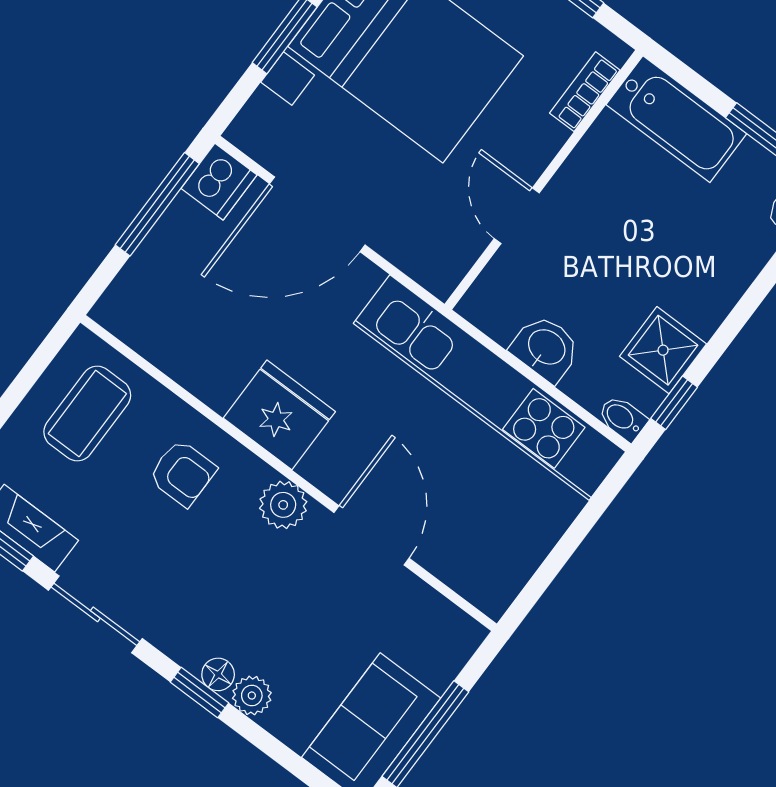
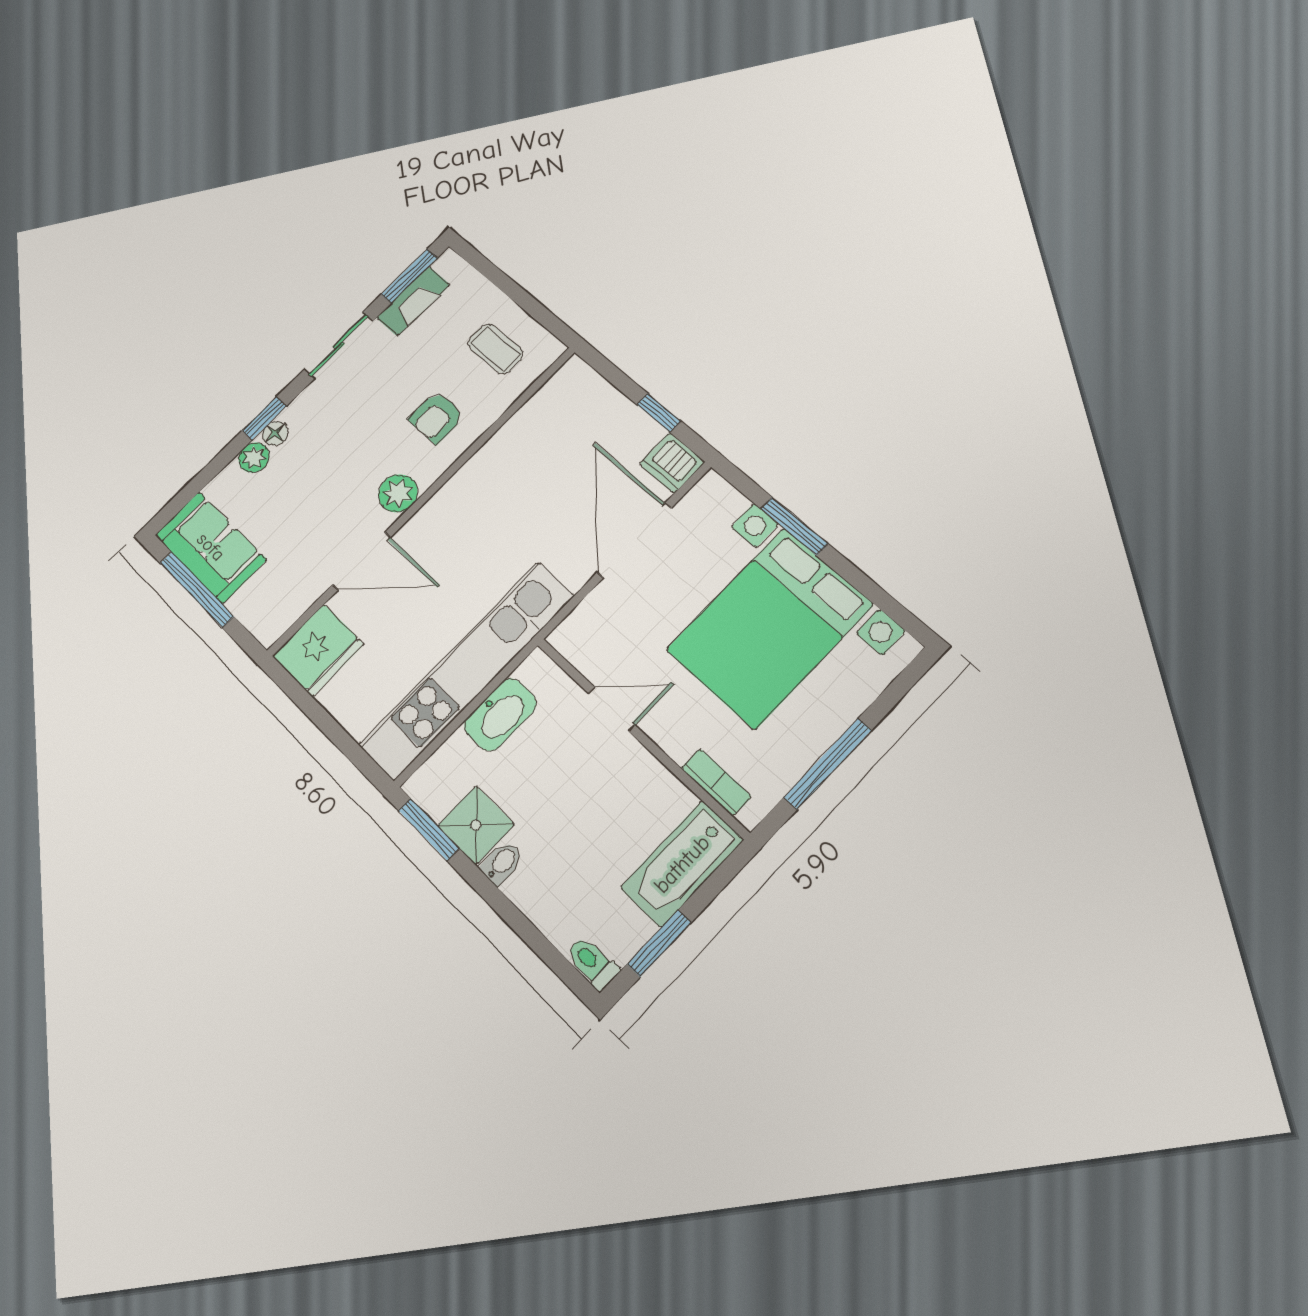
window: (157, 204) -> (659, 413), width x0.46
washbasin: (546, 348) -> (500, 715), width x1.38
window: (674, 403) -> (429, 829), width x1.50
coffee table: (87, 414) -> (496, 349), width x0.73, depth x0.77
fridge: (279, 415) -> (318, 650), moved
bidet: (623, 418) -> (502, 863), moved

